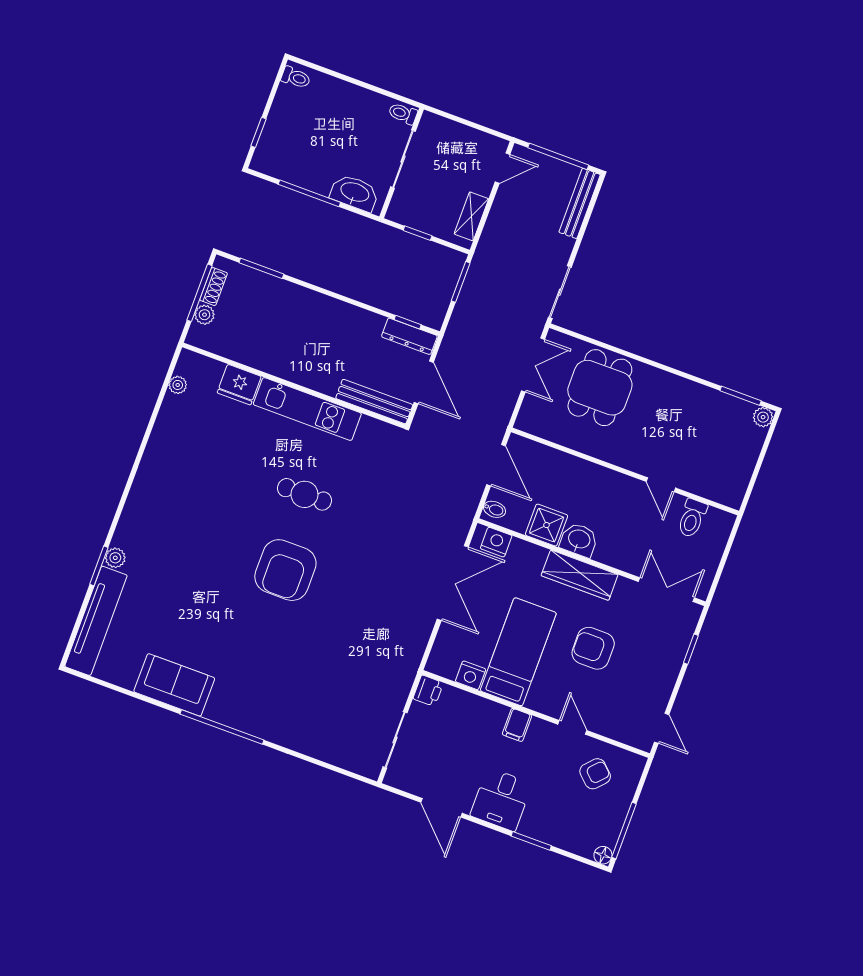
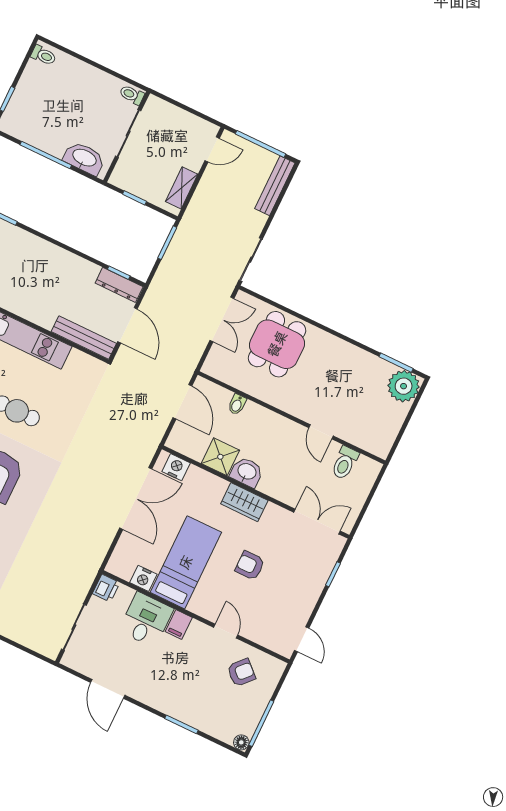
plant: (763, 417) -> (404, 386), width x1.88, depth x1.88
bidet: (494, 509) -> (237, 404), moved, turned 90
wardrobe: (580, 575) -> (244, 502), width x0.67
armchair: (593, 648) -> (250, 565), width x0.72, depth x0.72
desk: (501, 799) -> (146, 620), moved, turned 180

